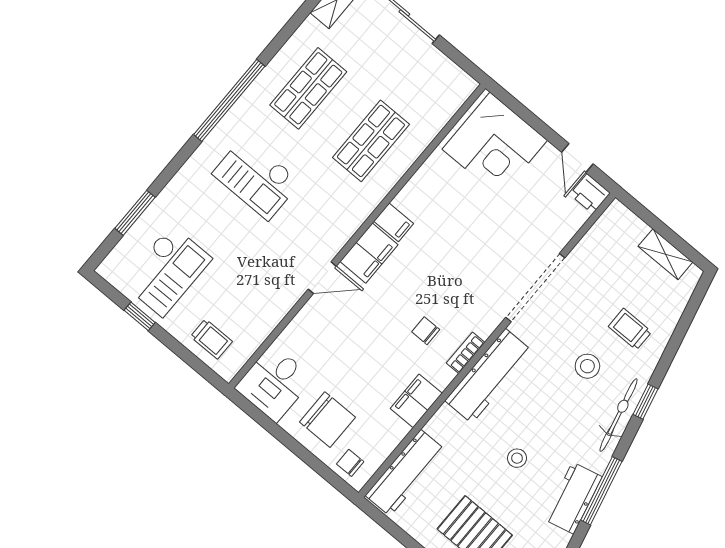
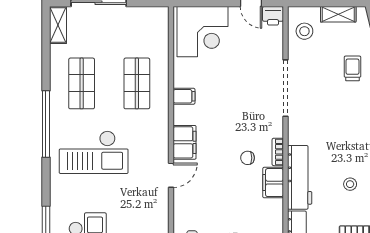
checkout: (256, 178) -> (94, 152), width x1.36, depth x1.21
filing cabinet: (394, 222) -> (184, 96), moved
trolley: (630, 329) -> (353, 68), turned 90
stool: (587, 366) -> (304, 31), moved
workbench: (489, 376) -> (300, 177), moved
filing cabinet: (416, 401) -> (273, 183), moved

